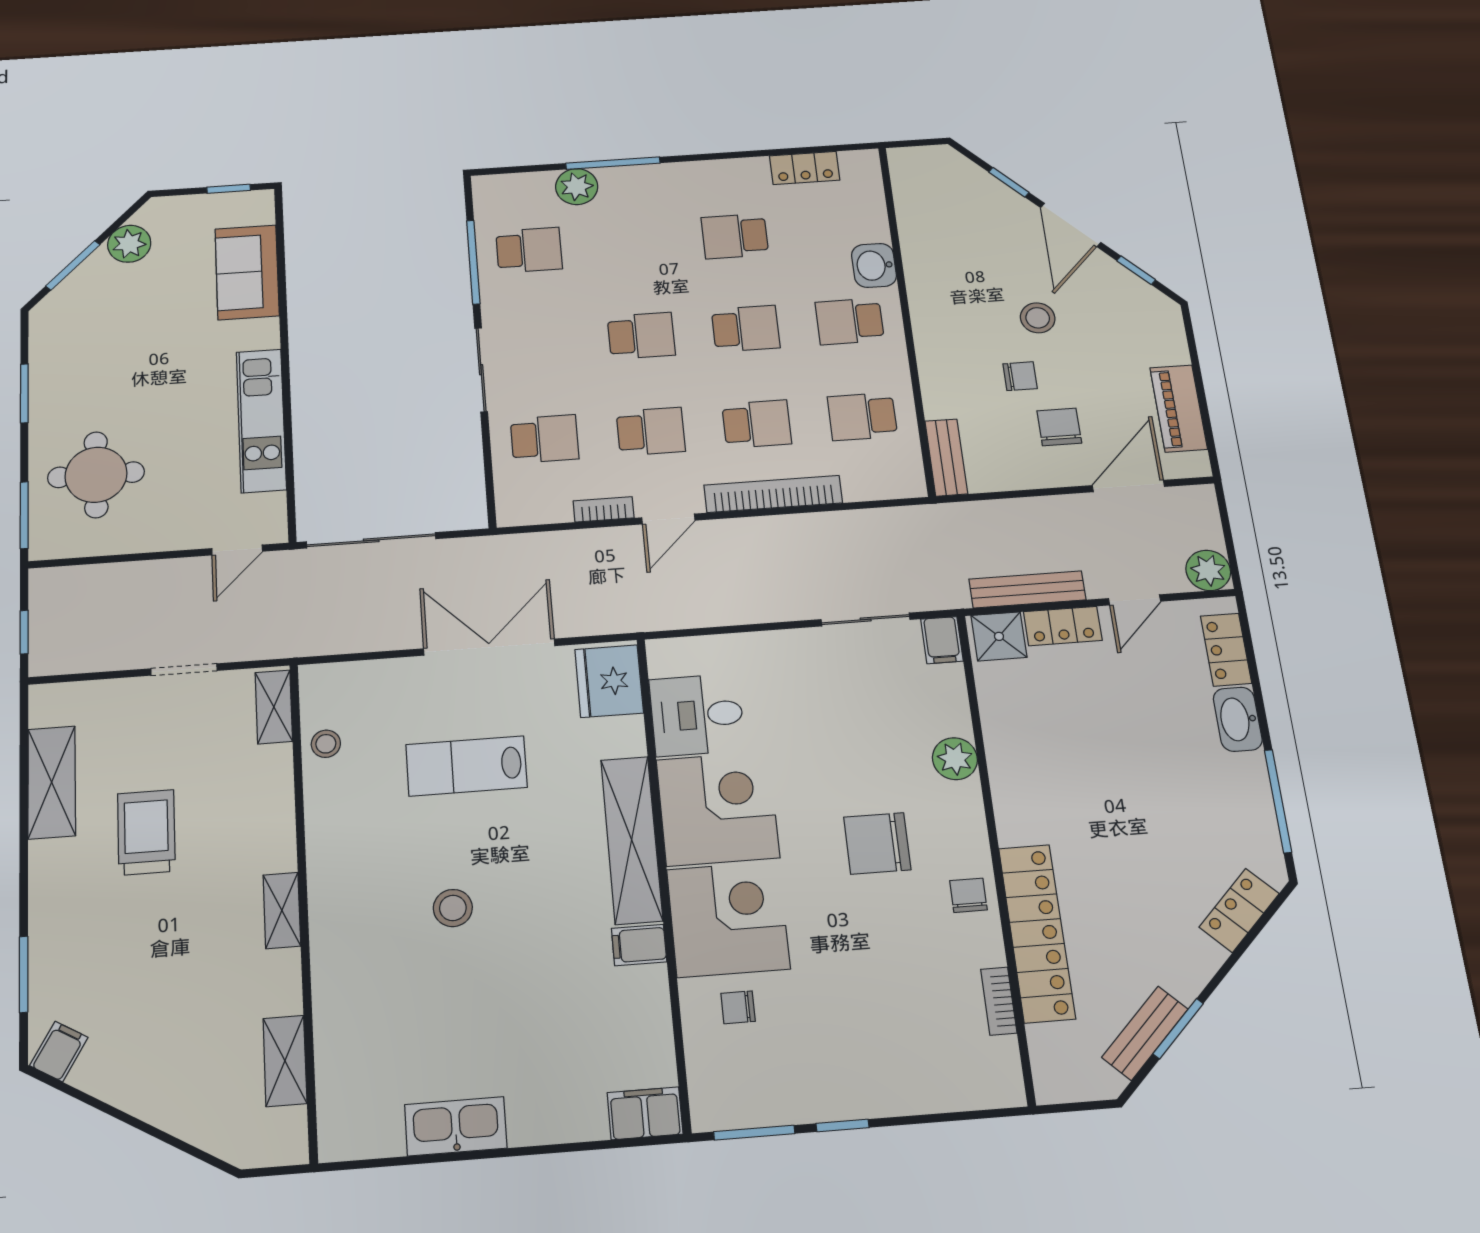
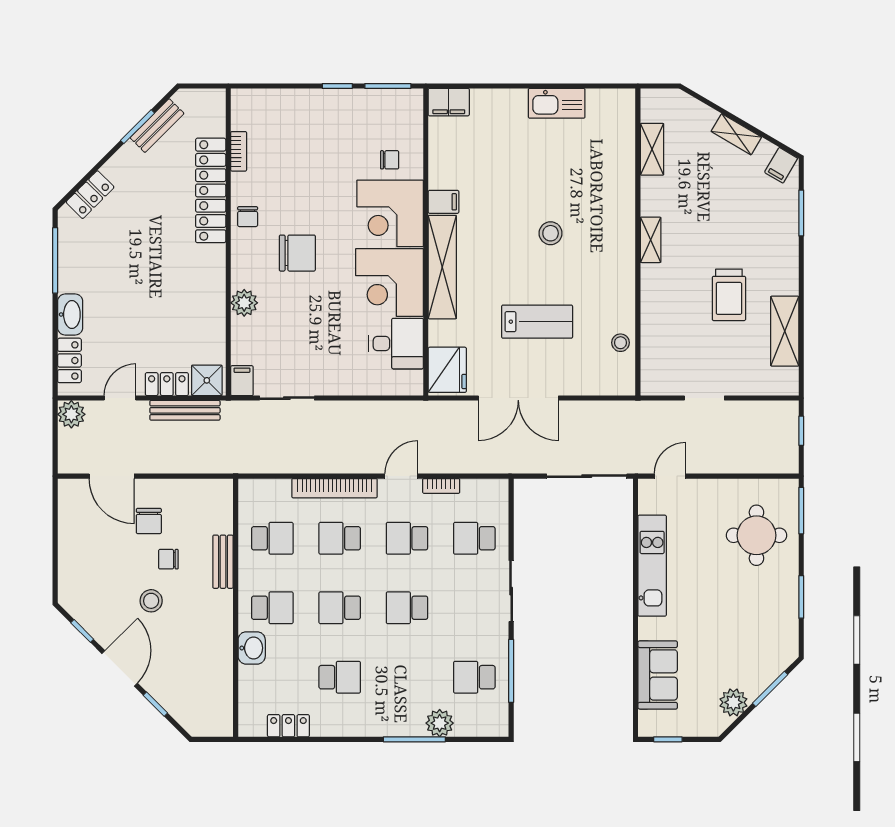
piano: (1179, 408) -> (71, 528), removed
bench: (946, 457) -> (223, 562), moved
door: (1128, 486) -> (112, 476), hinge flipped
shelving: (274, 707) -> (736, 134), moved, turned -60

